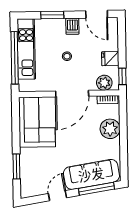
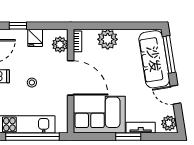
window: (122, 76) -> (18, 26), moved
tv unit: (25, 162) -> (141, 128), added
window: (16, 166) -> (128, 137), moved
plant: (30, 190) -> (169, 123), added

